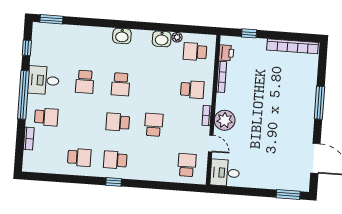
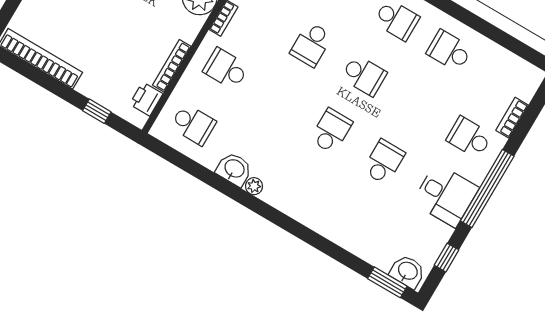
washbasin: (122, 36) -> (407, 271), moved
plant: (177, 37) -> (254, 186), moved

